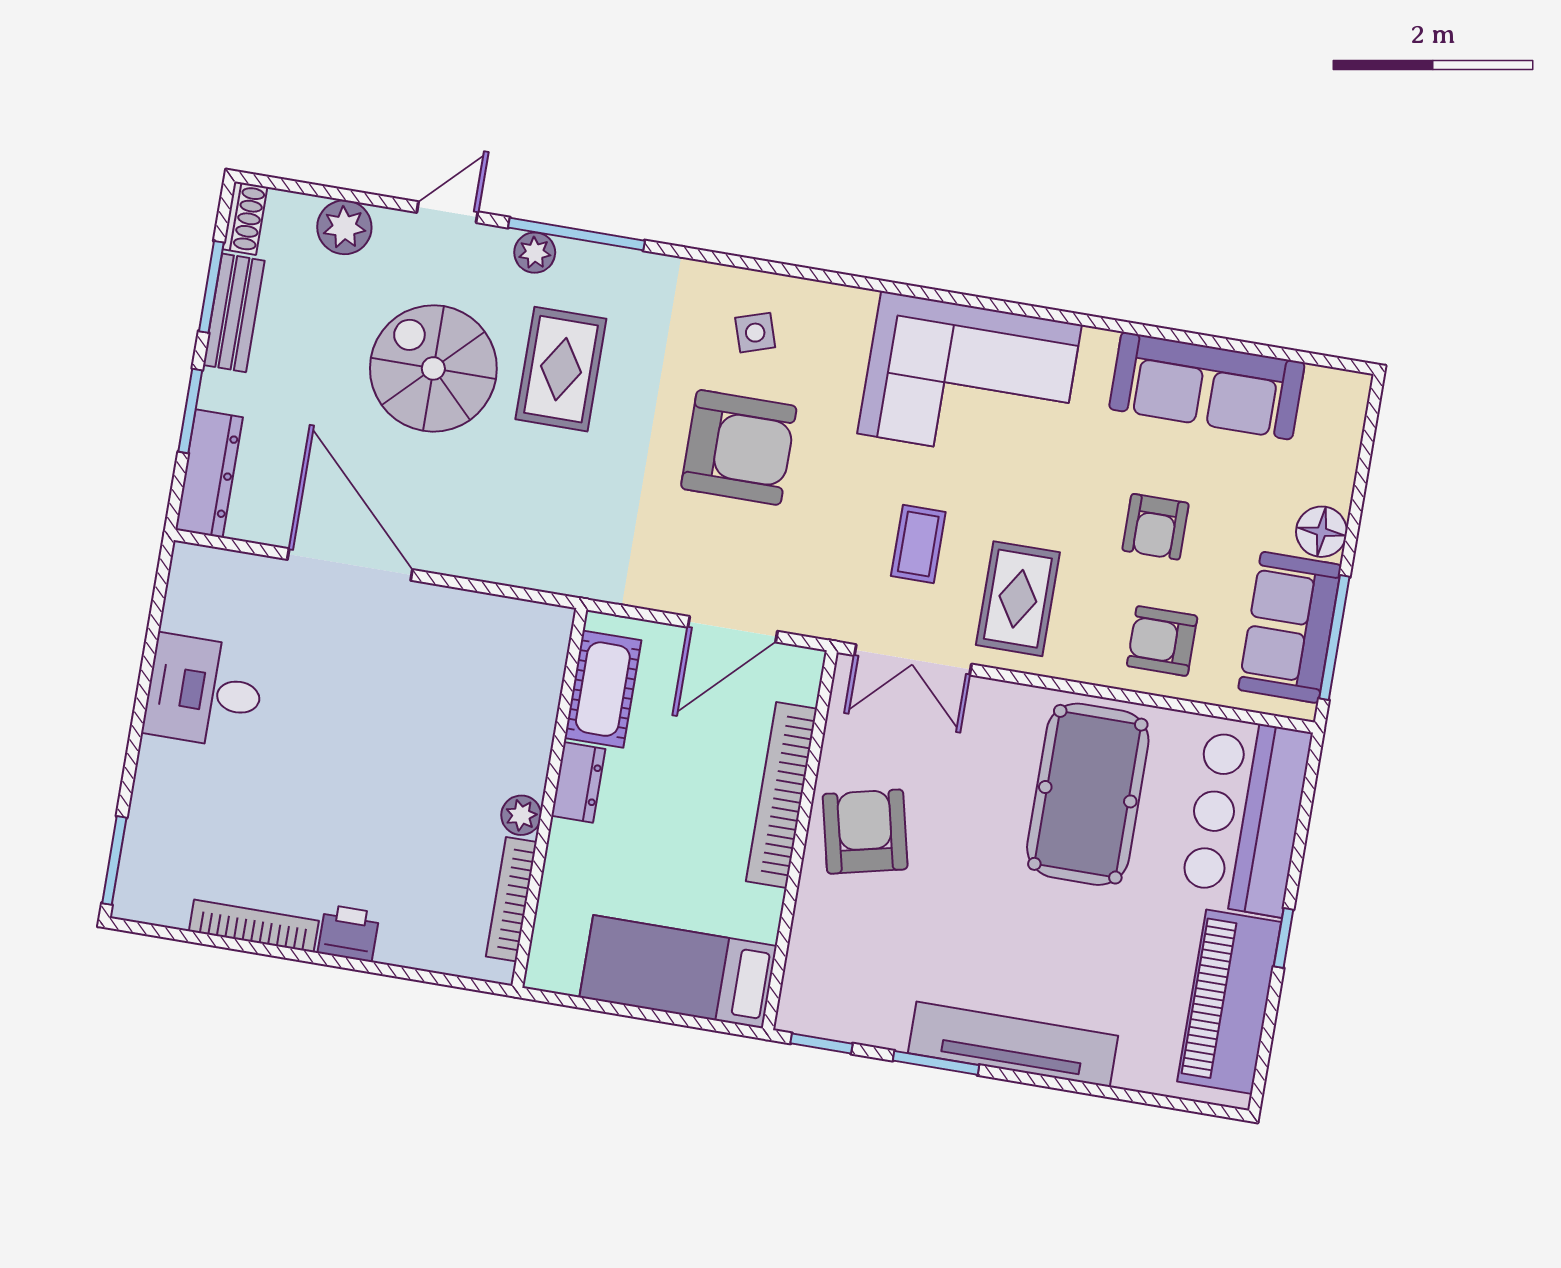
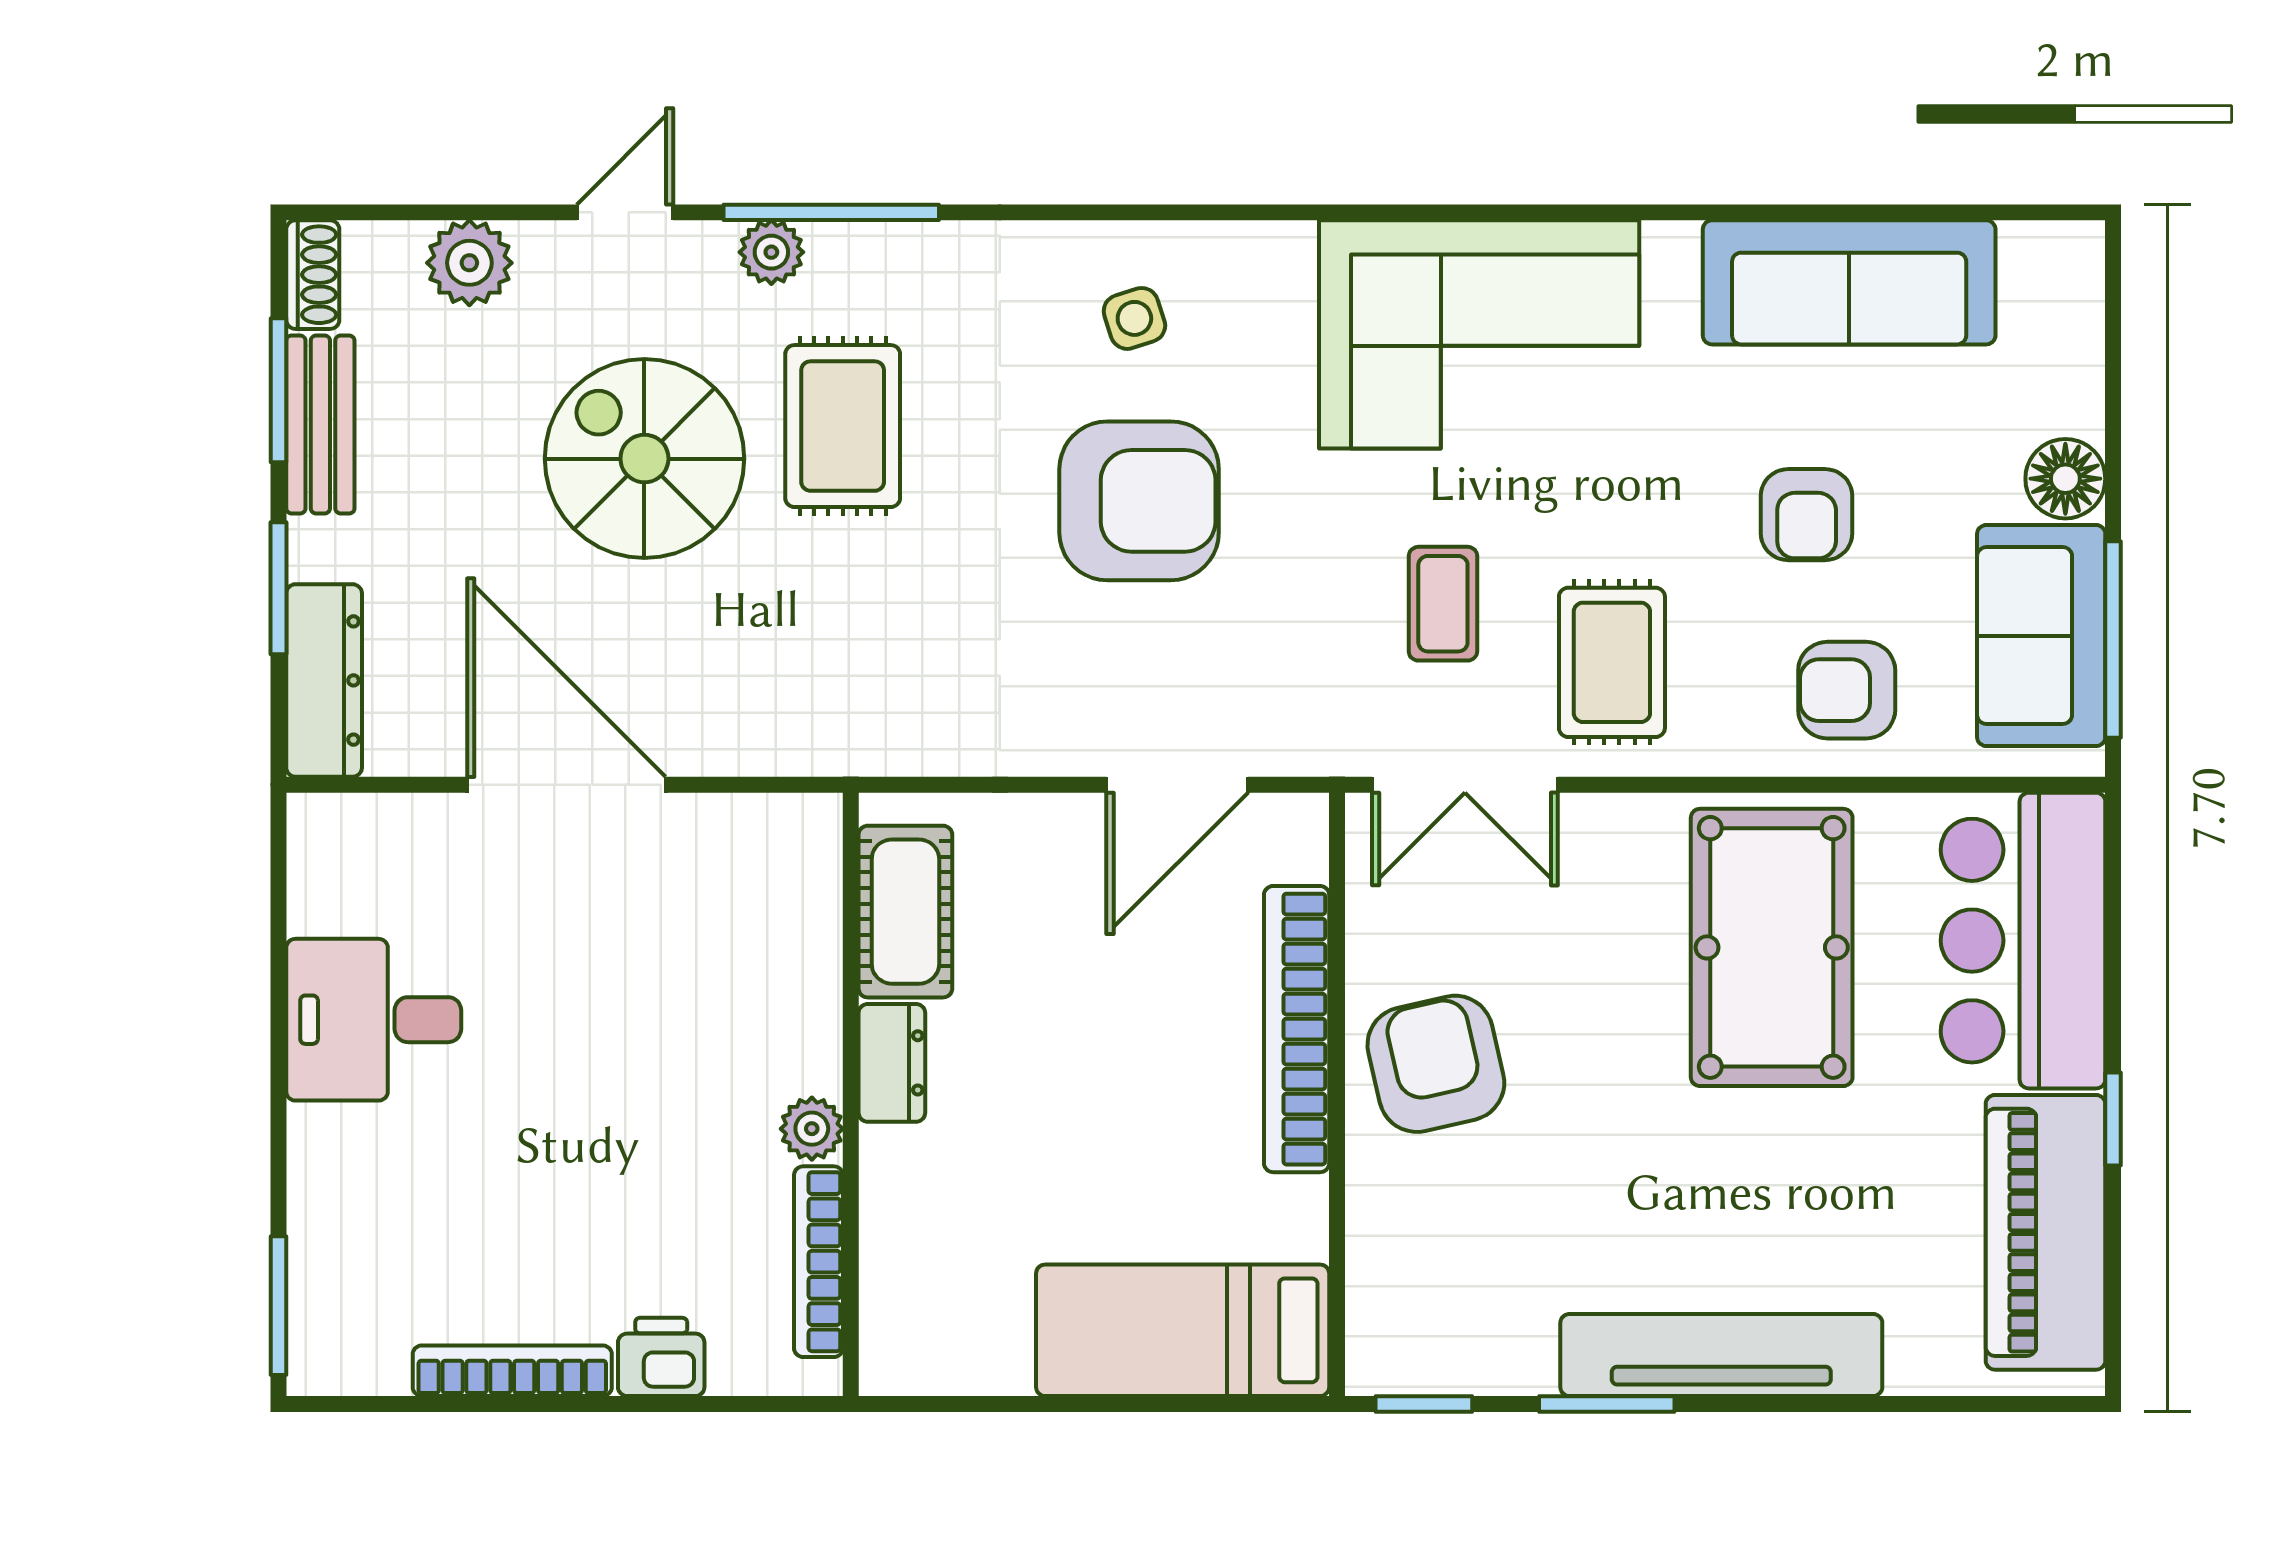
cot: (603, 689) -> (905, 912), moved
dresser: (578, 782) -> (892, 1063), moved
wall: (549, 798) -> (851, 1094), moved
plant: (521, 815) -> (812, 1129), moved
bookcase: (511, 899) -> (819, 1262), moved

